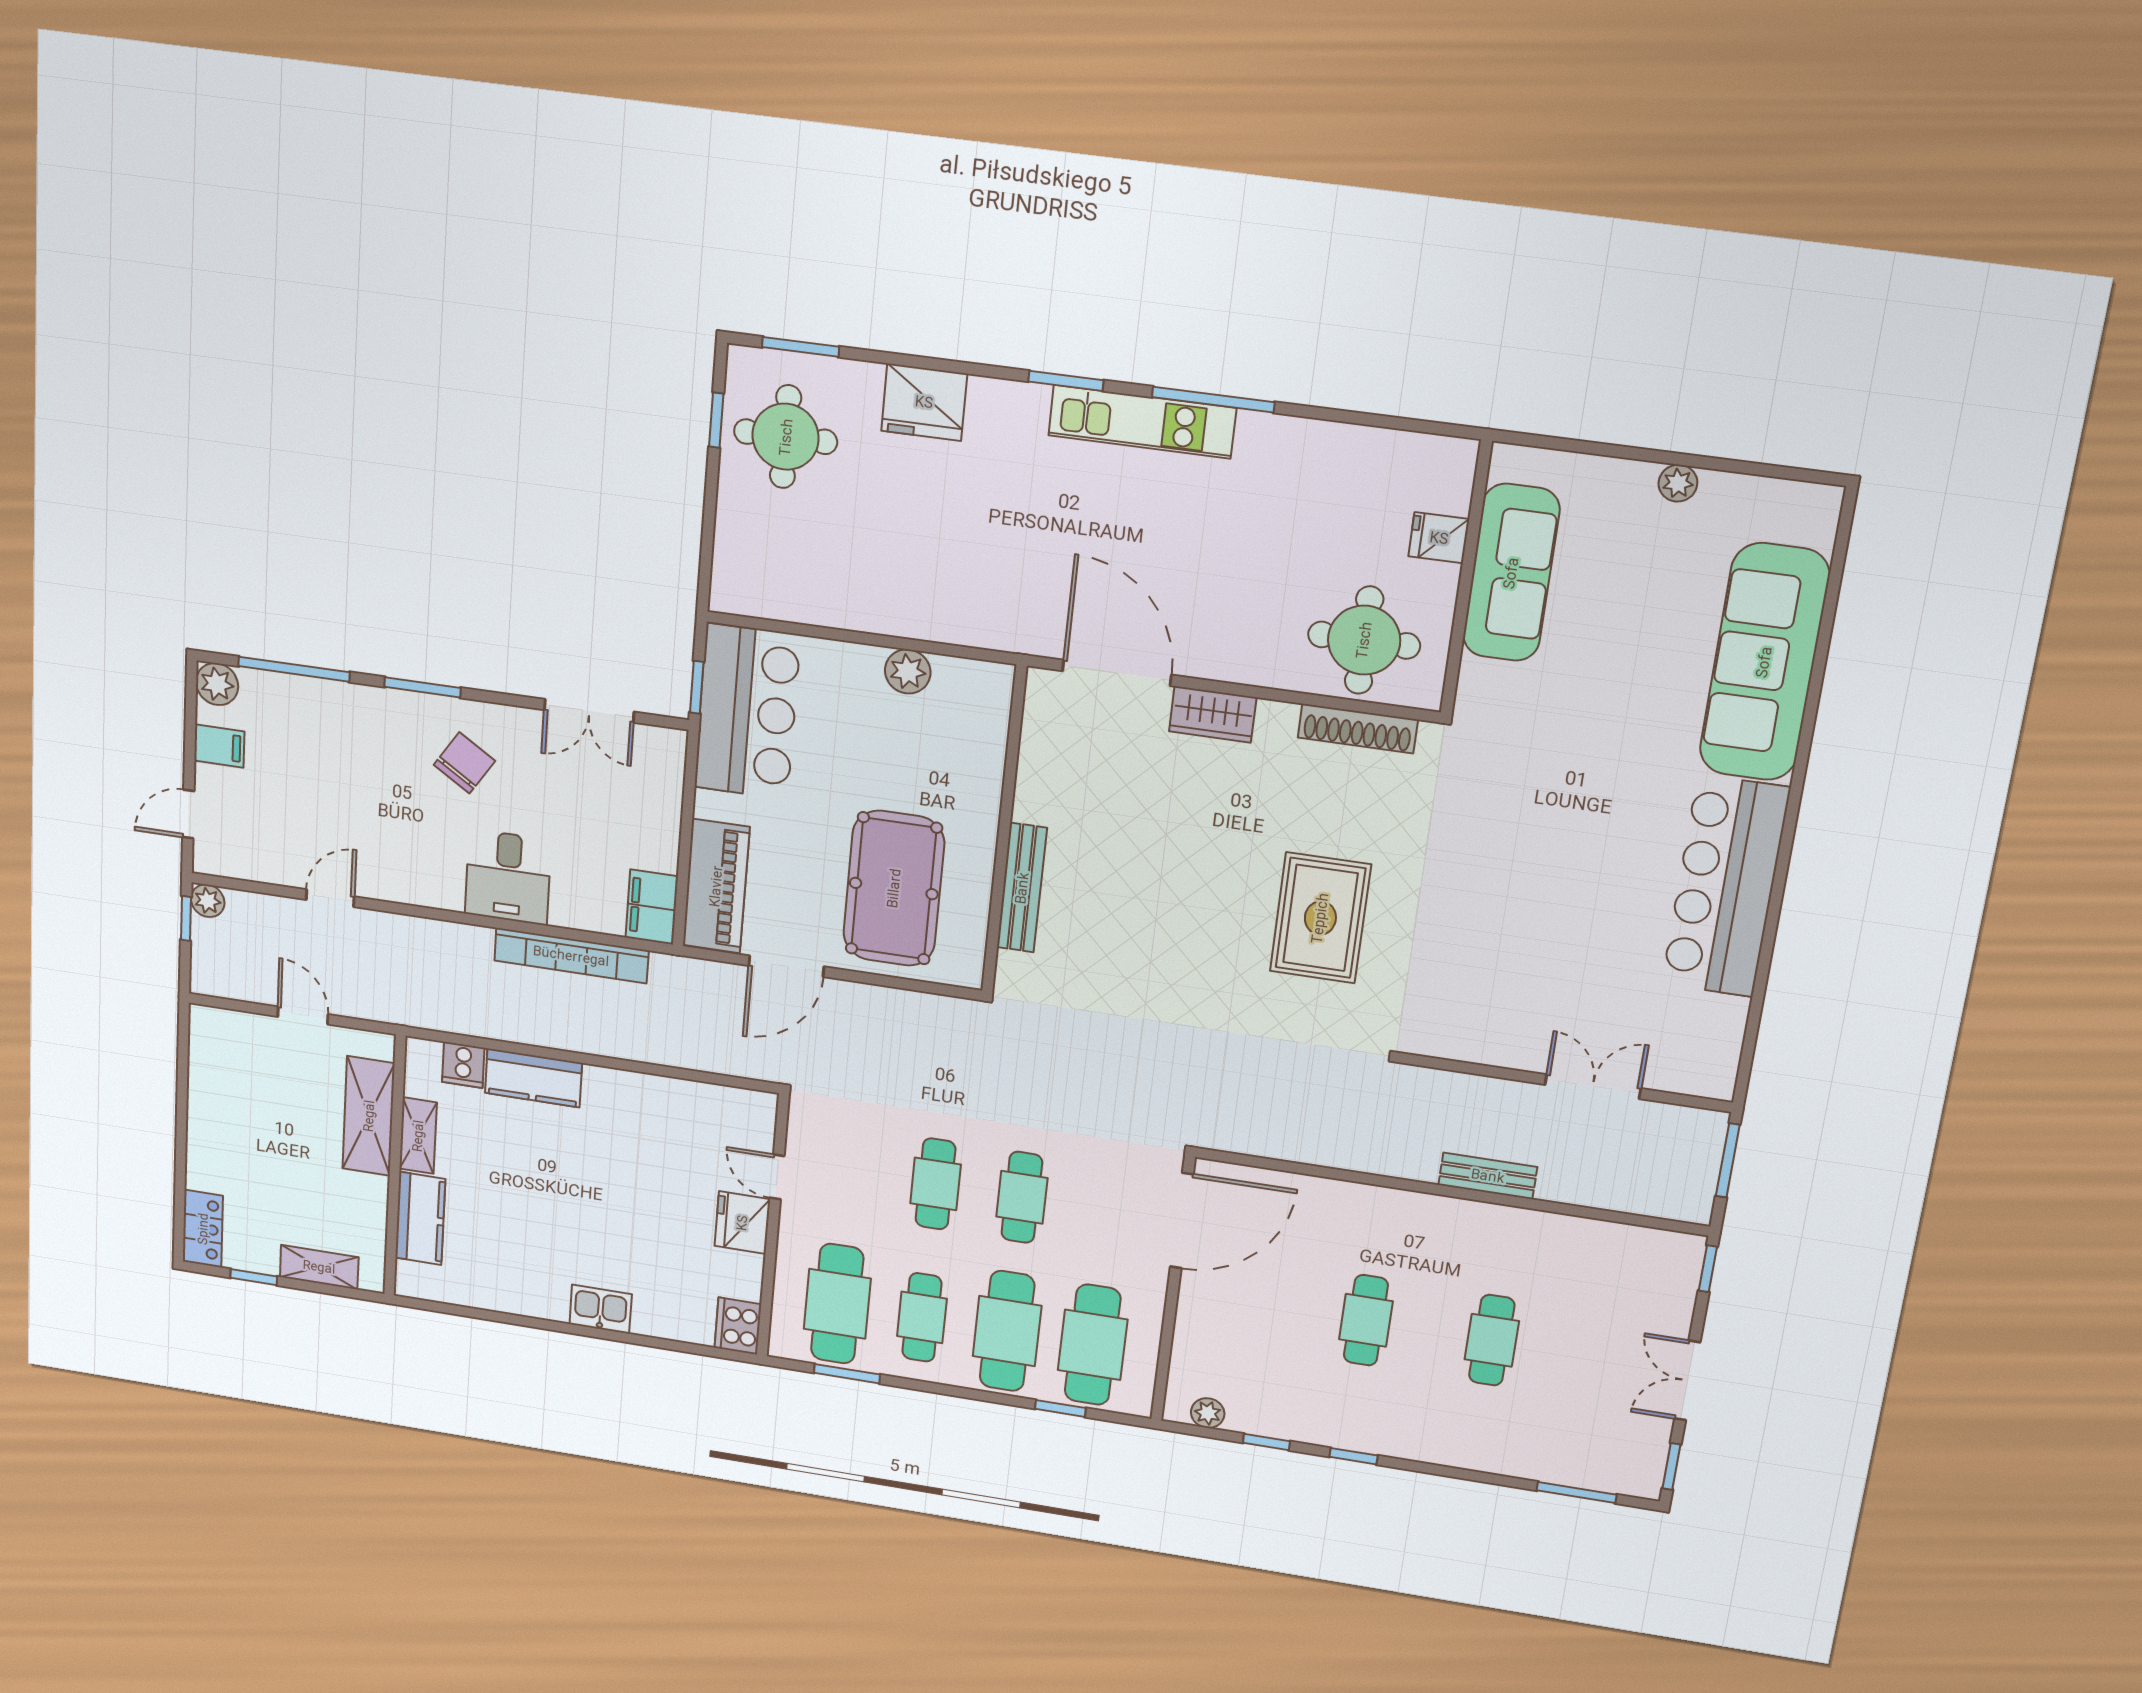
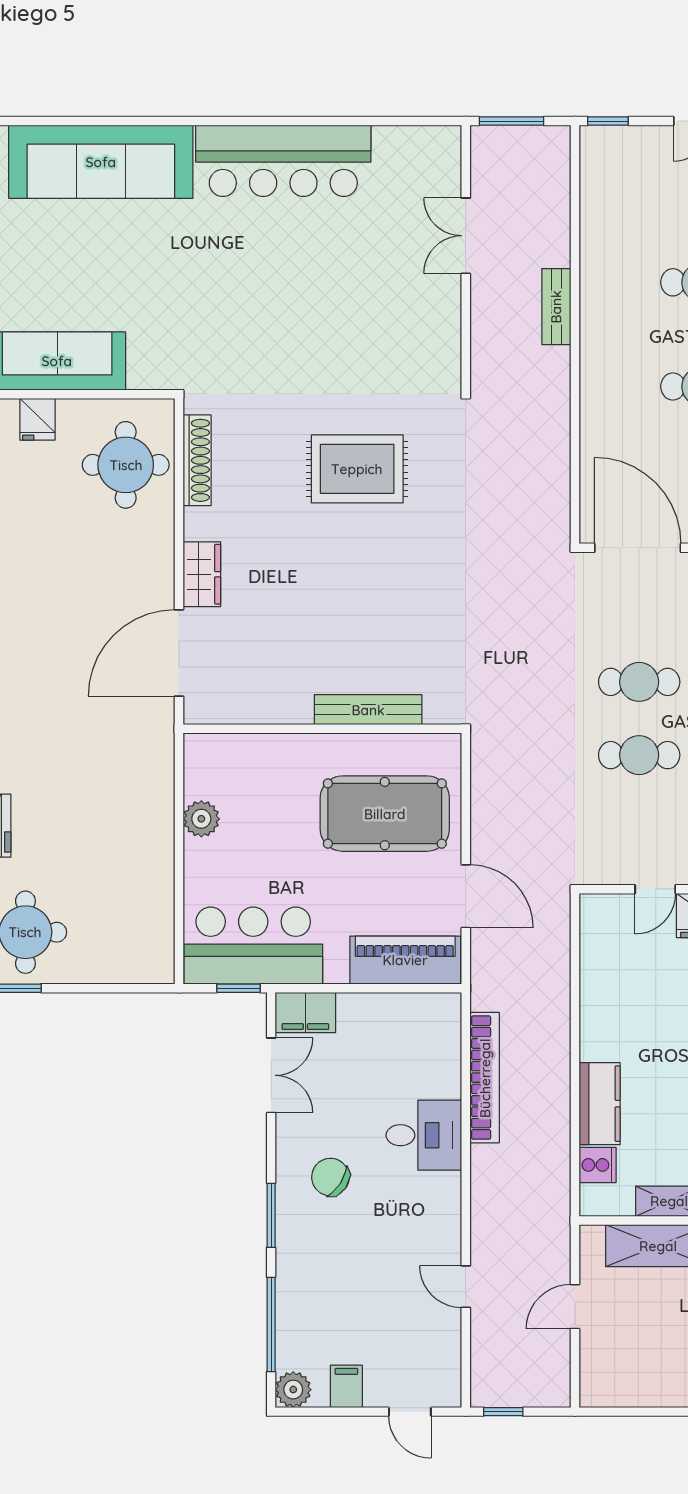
plant: (208, 901) -> (484, 1393), removed
filing cabinet: (652, 907) -> (305, 1012), moved

